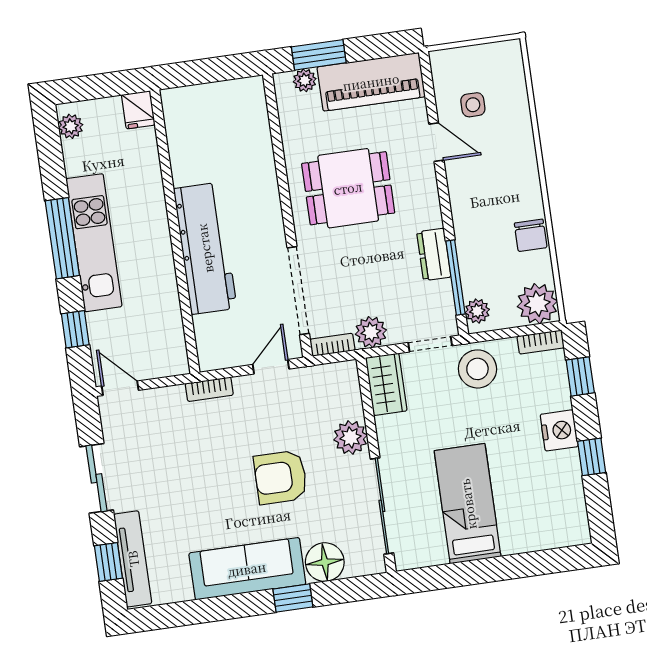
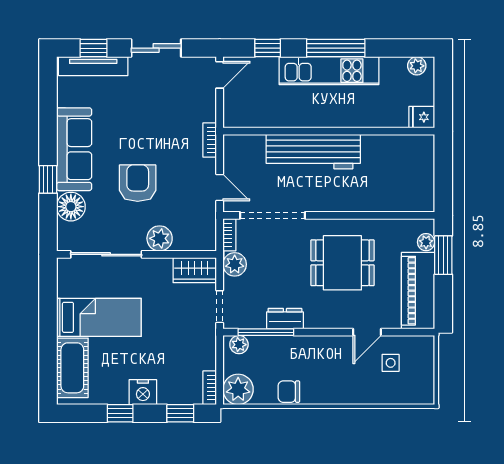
dining table: (348, 188) -> (342, 263), turned 90
stool: (477, 369) -> (197, 339), removed
cot: (540, 529) -> (72, 368), added

